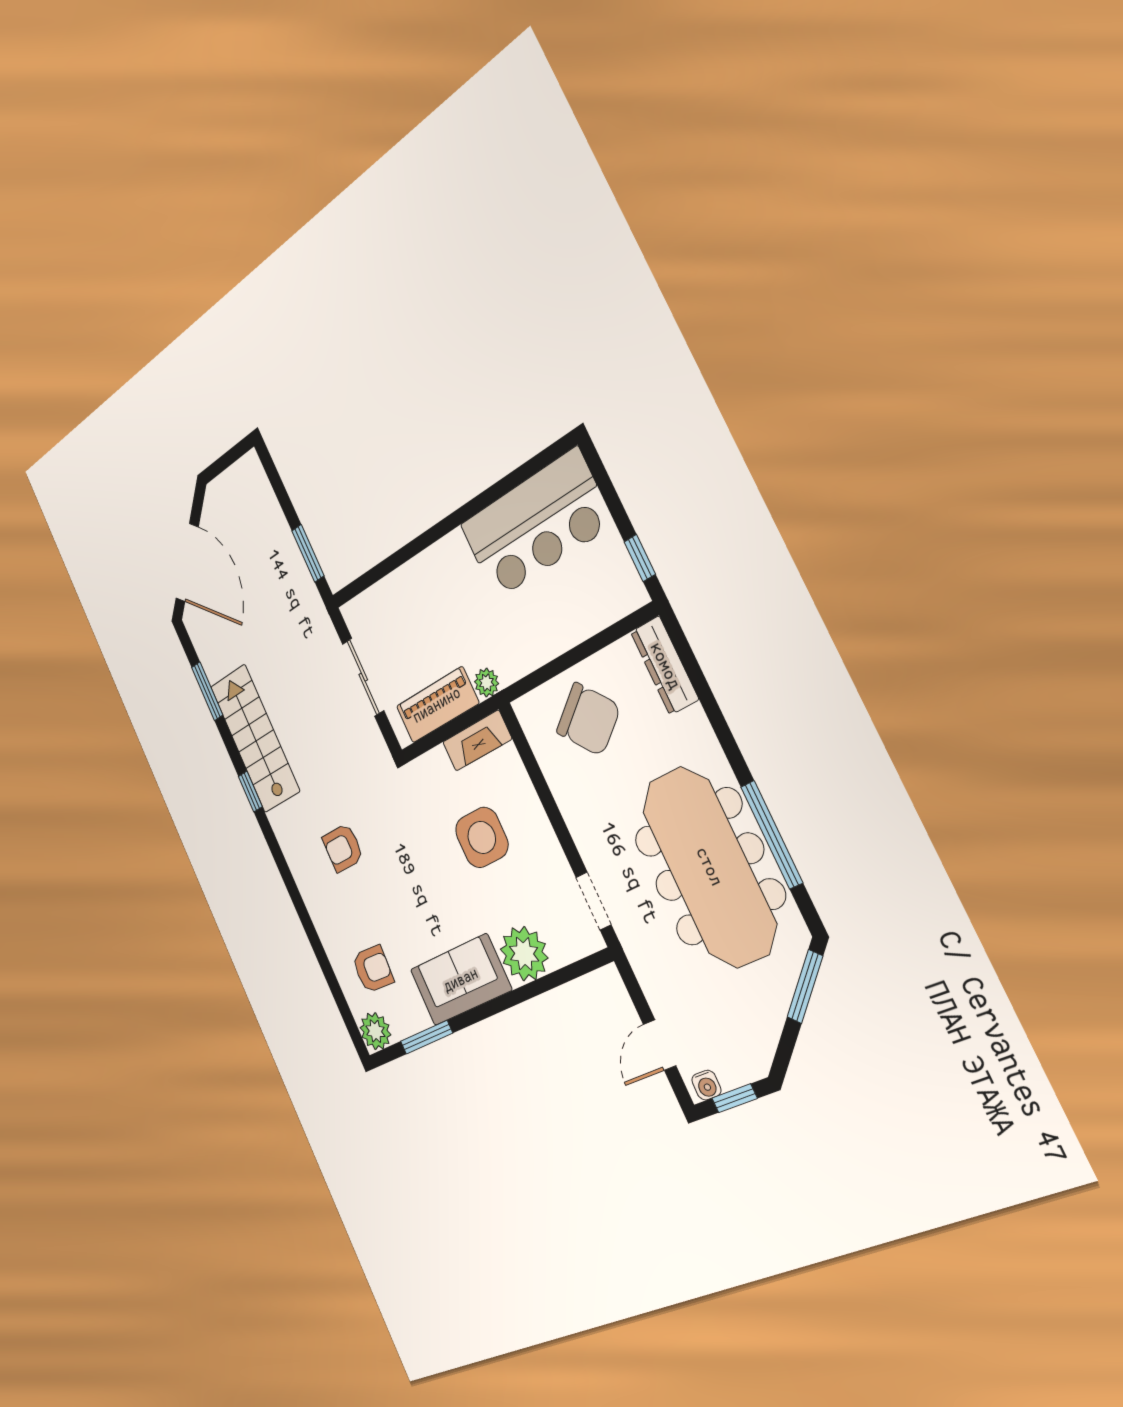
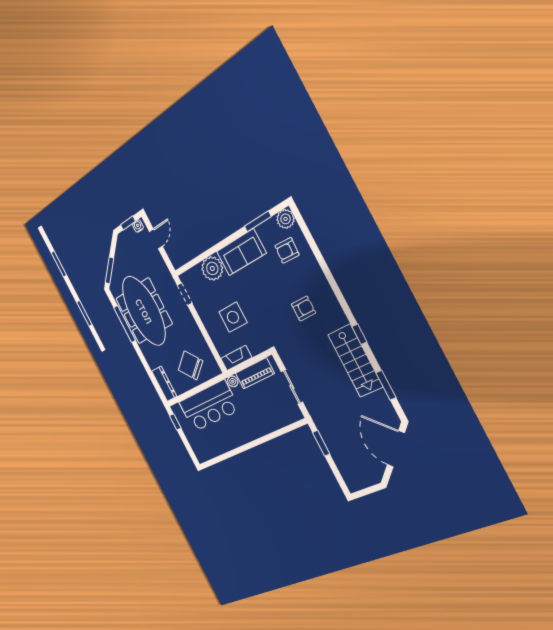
bar counter: (536, 524) -> (209, 406), moved, turned 180

